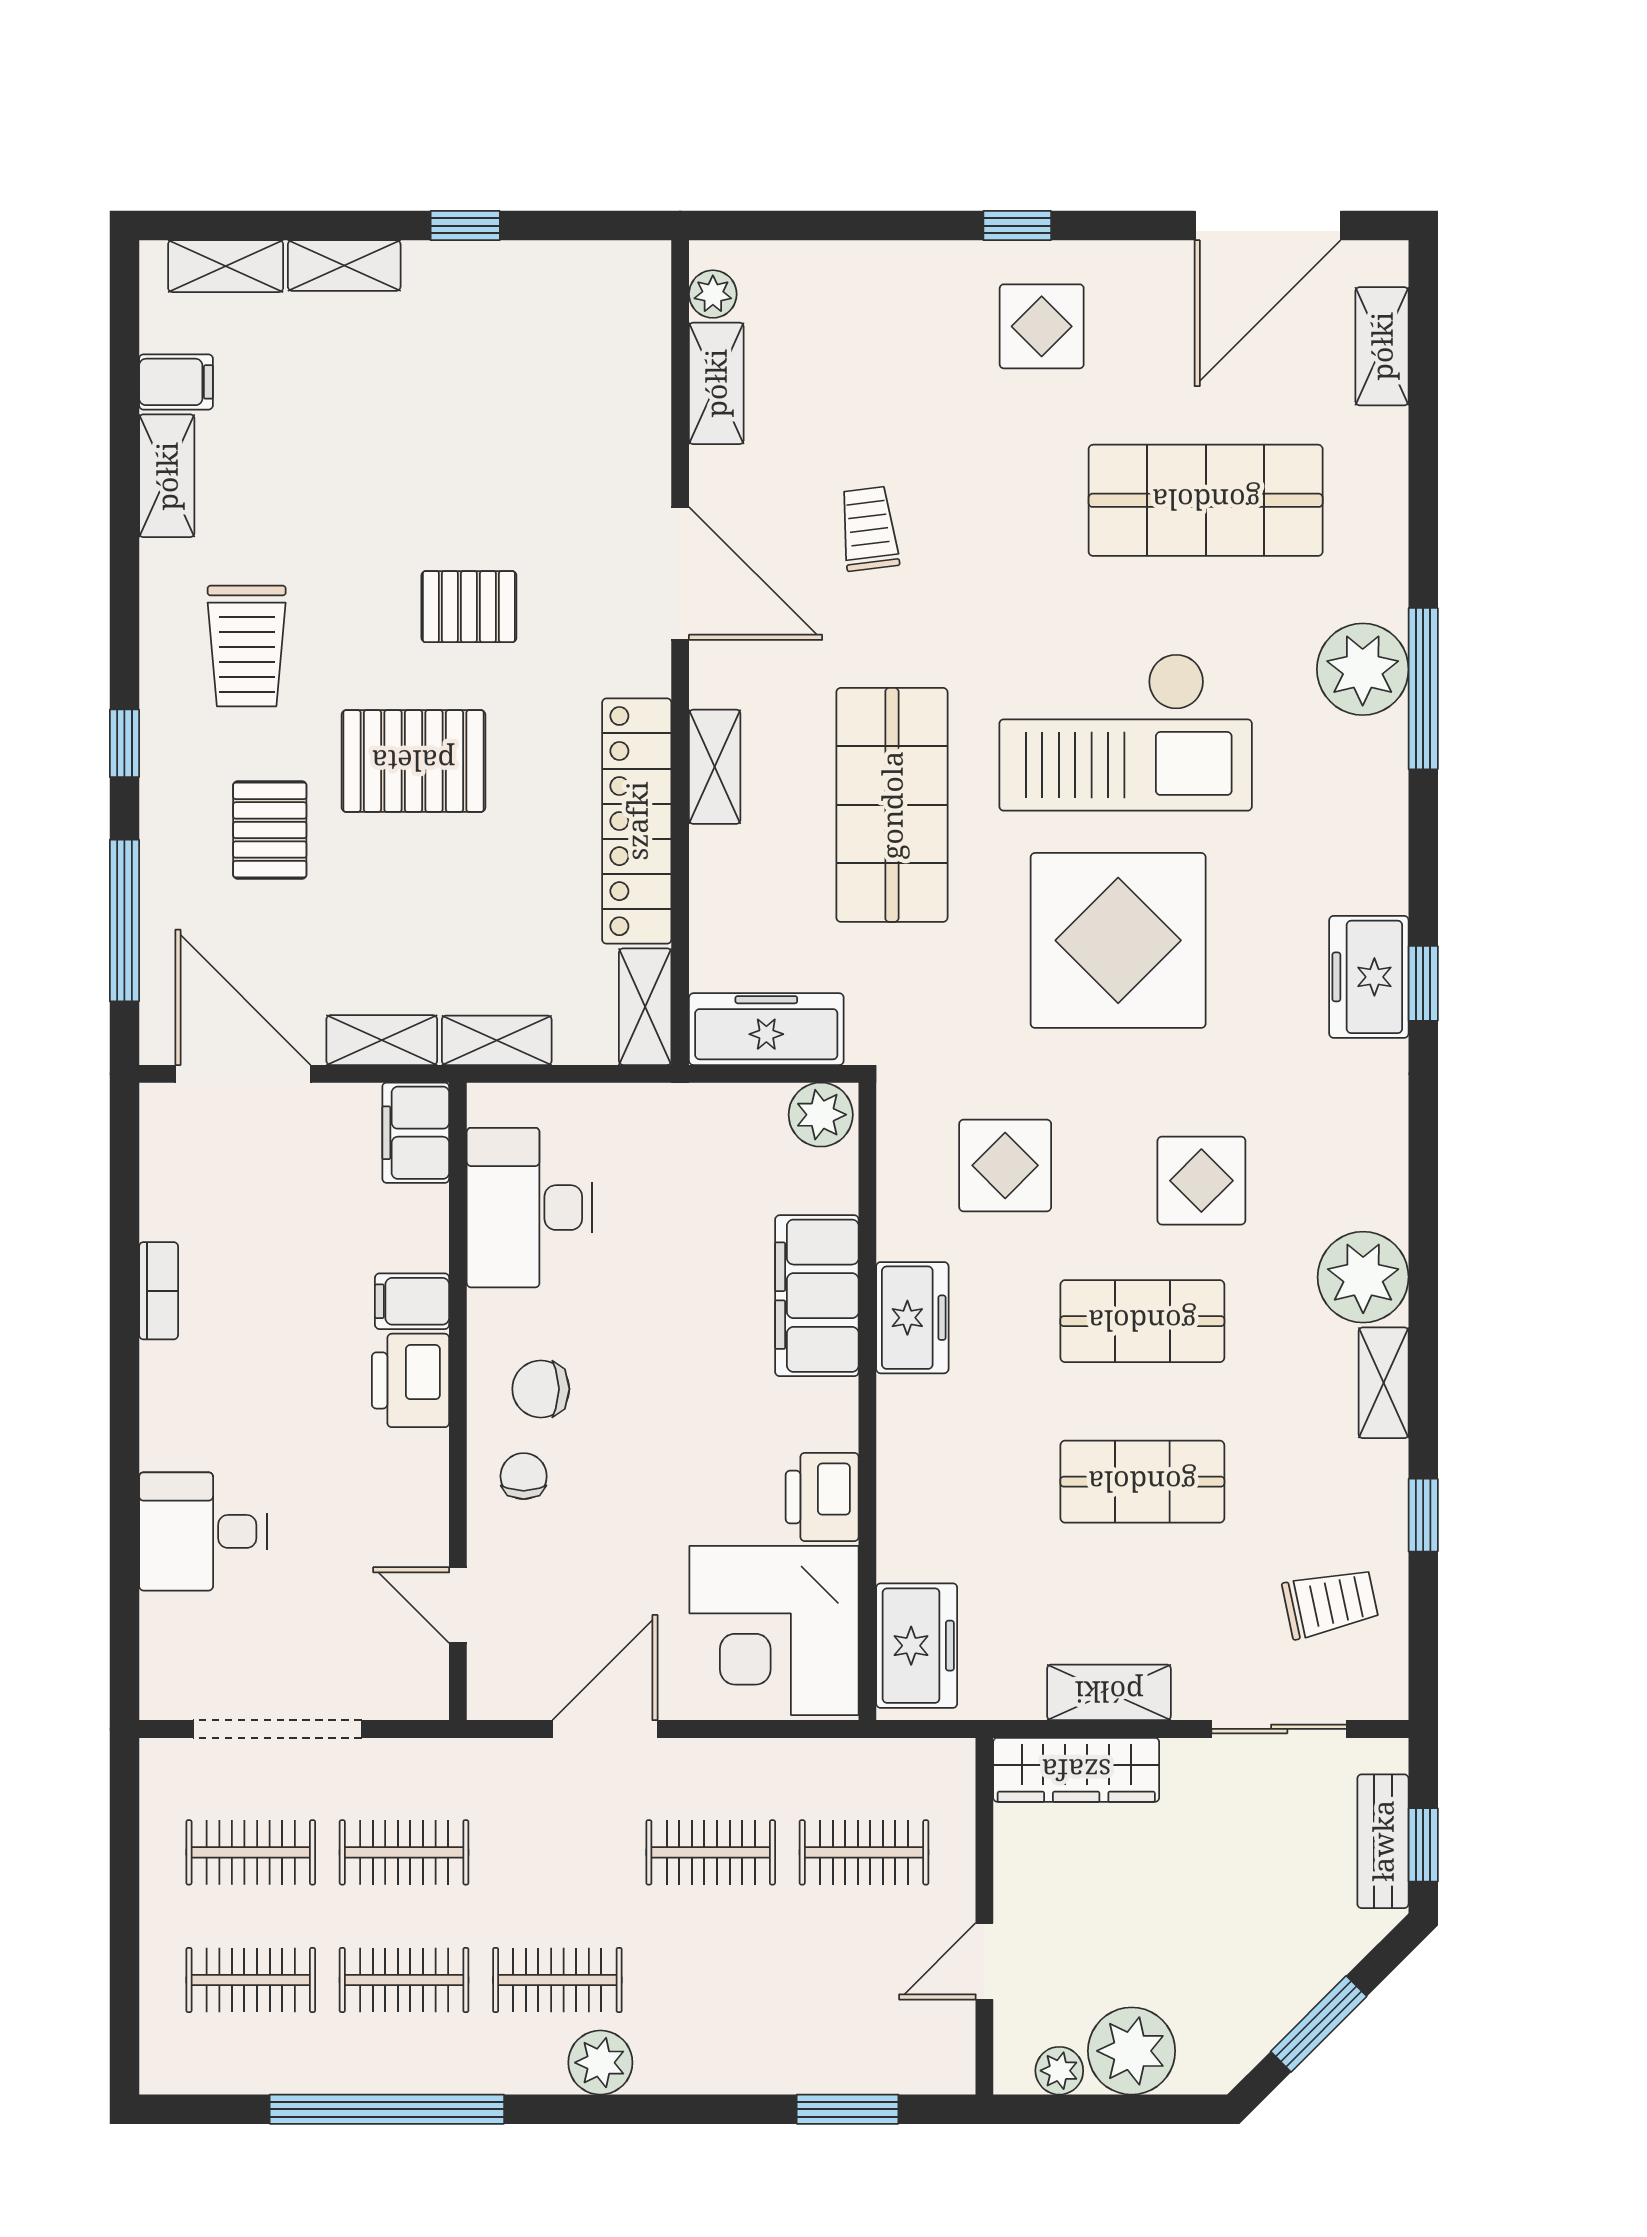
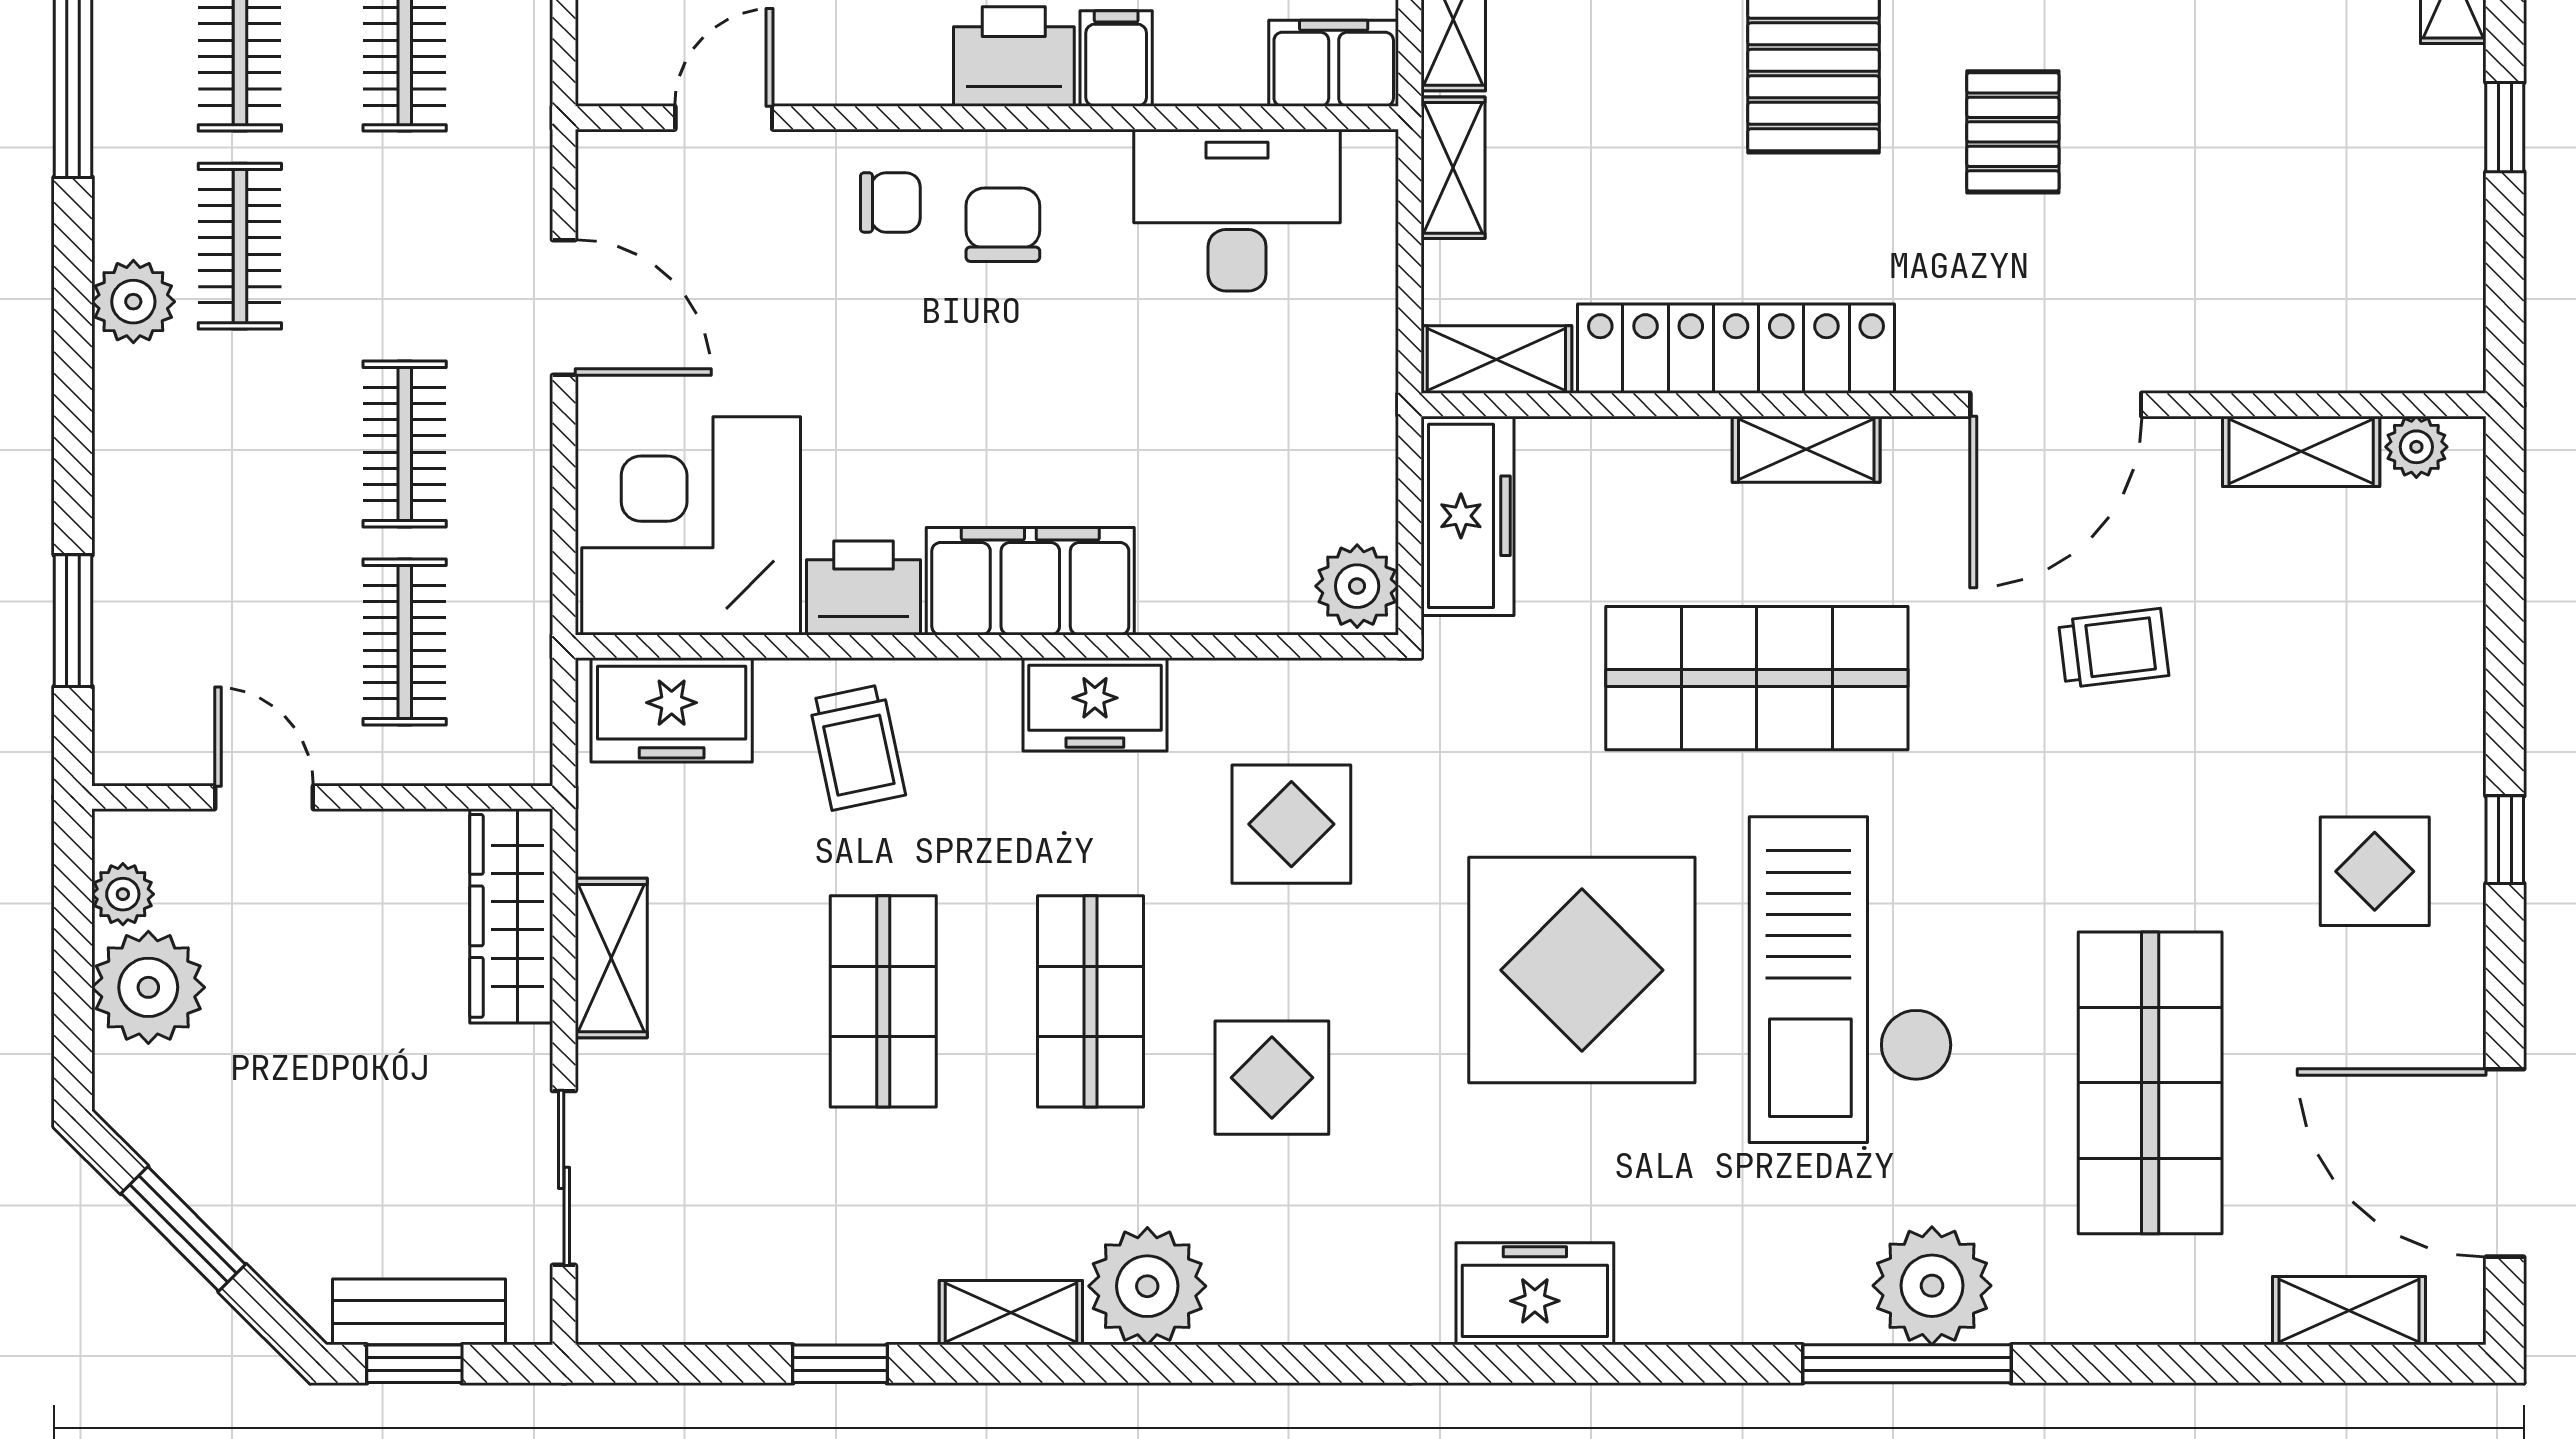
window: (1423, 983) -> (1526, 1364), removed
filing cabinet: (817, 1296) -> (1030, 581), moved
trolley: (1330, 1603) -> (857, 747), moved

